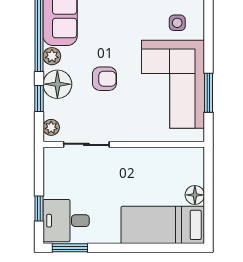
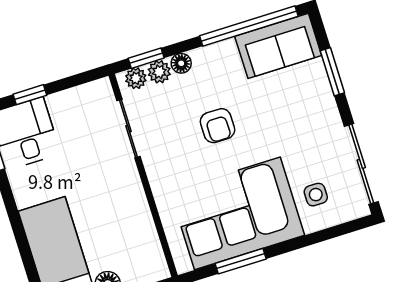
plant: (52, 56) -> (159, 72), moved
floor lamp: (57, 84) -> (181, 63), width x0.53, depth x0.53
window: (39, 99) -> (146, 58), moved

